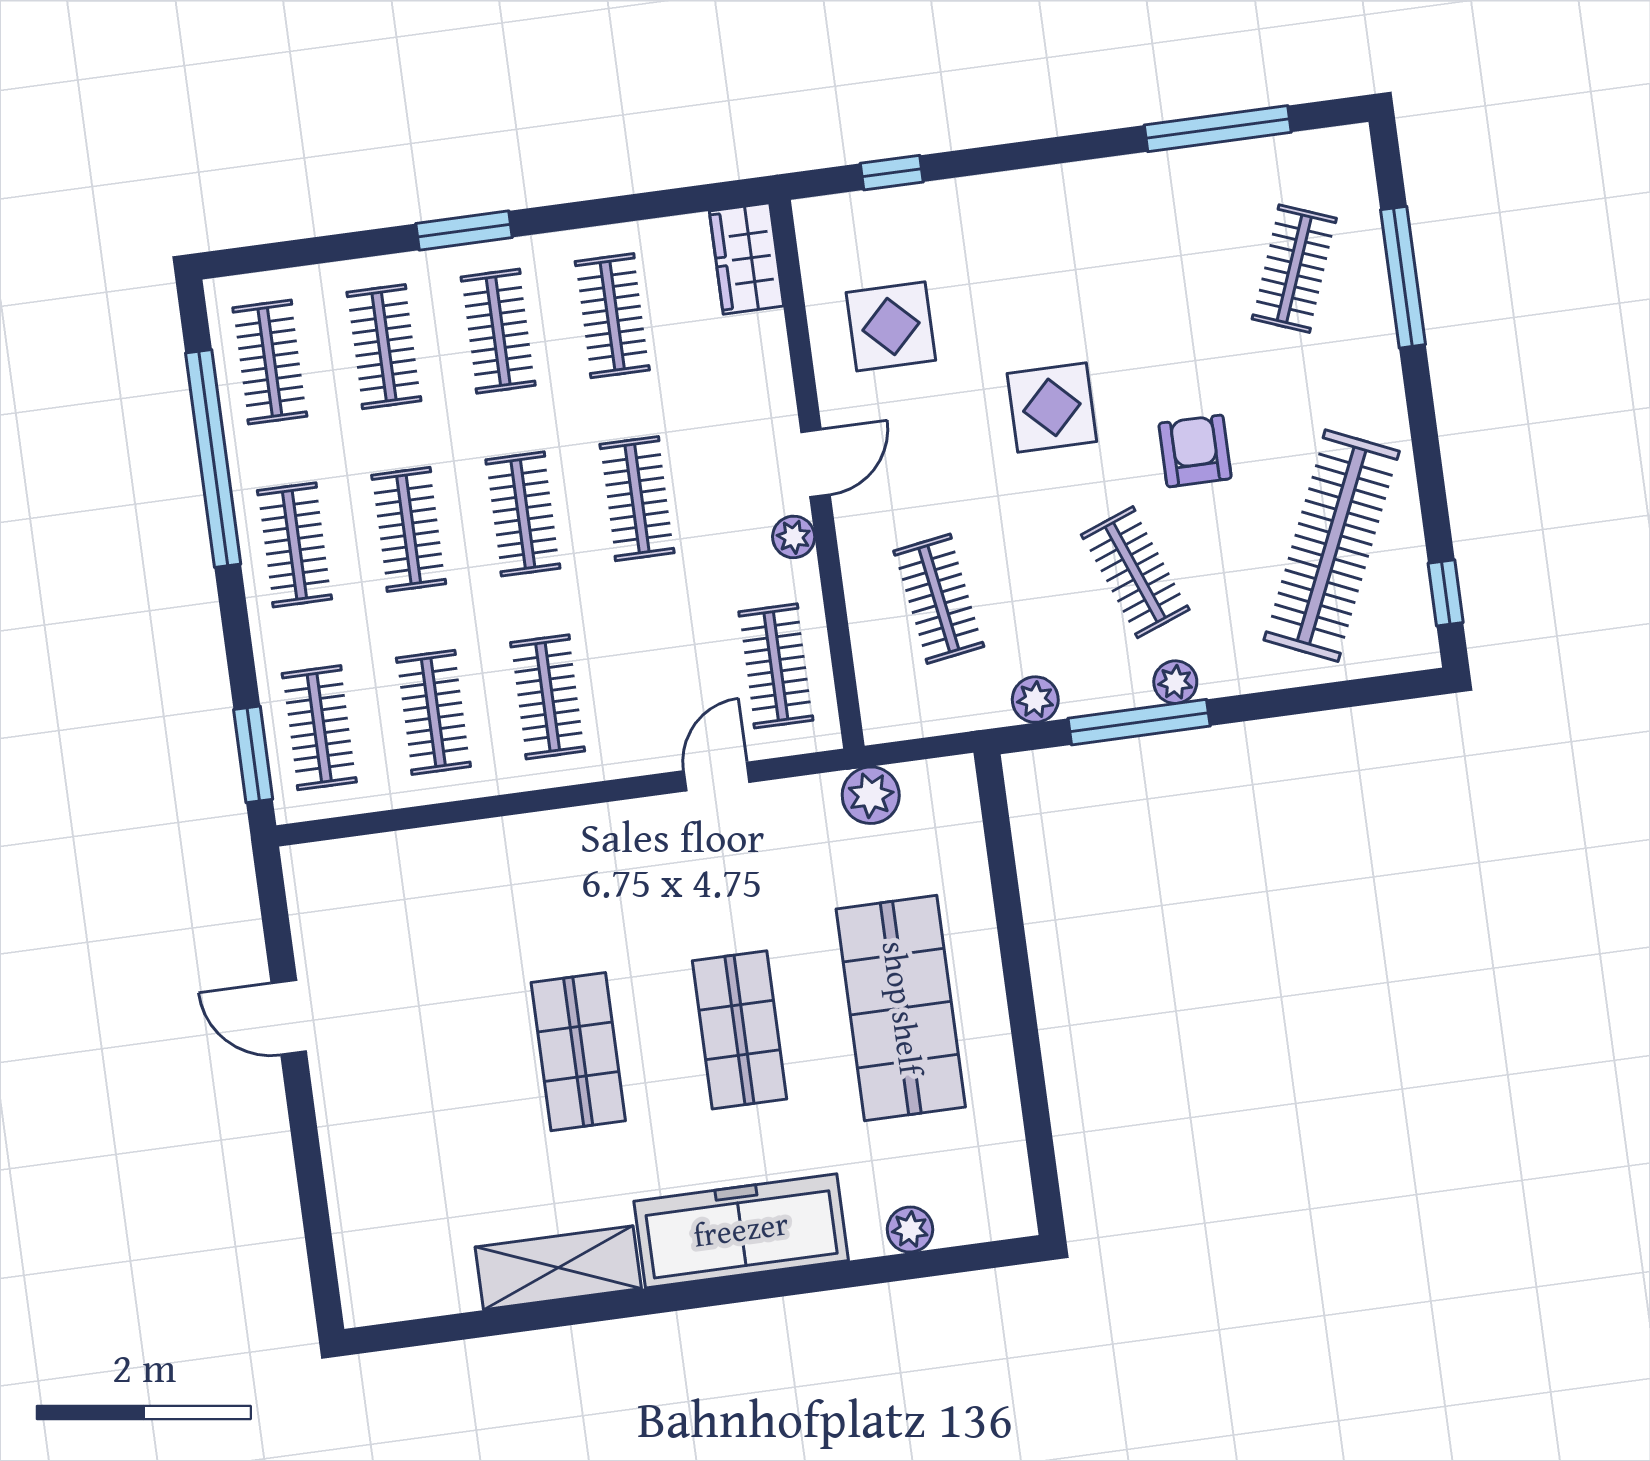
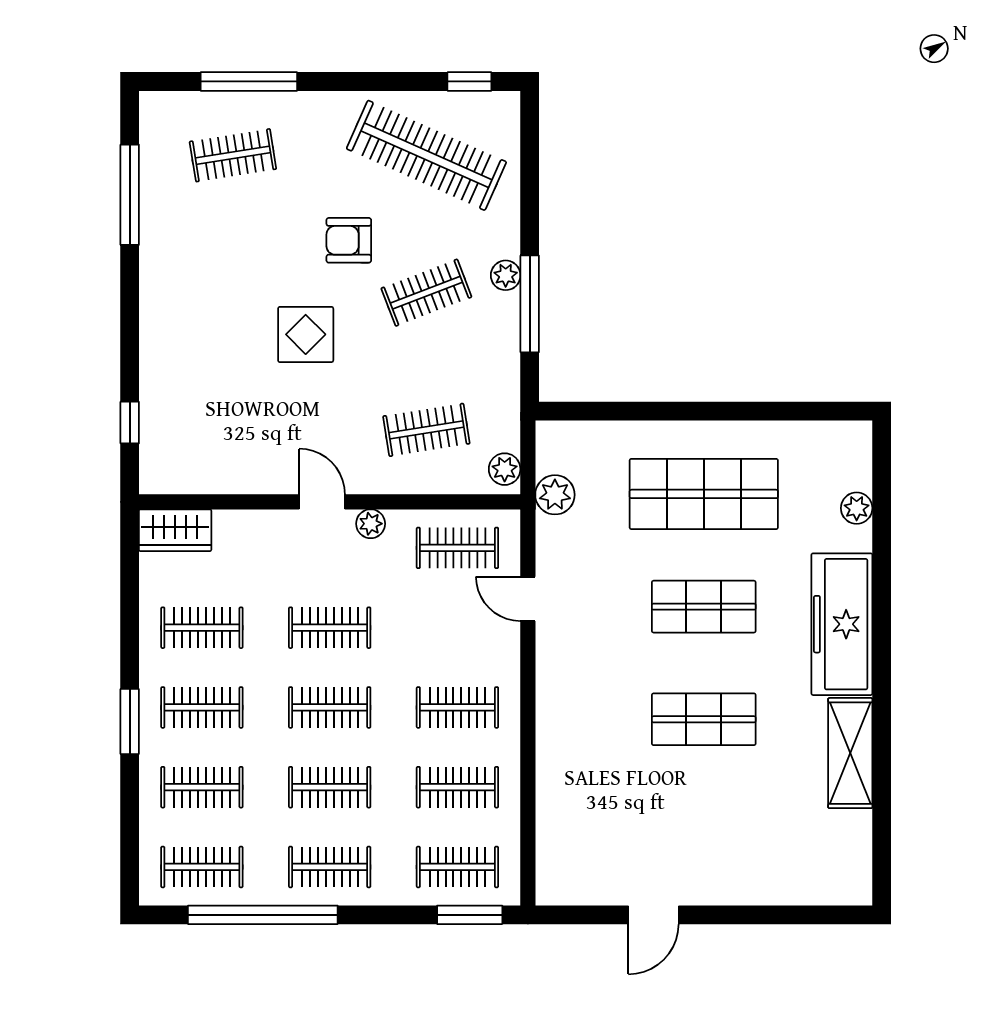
clothes rail: (1294, 269) -> (233, 155), turned -30
display table: (891, 326) -> (235, 437), removed
plant: (1035, 700) -> (505, 469), moved

